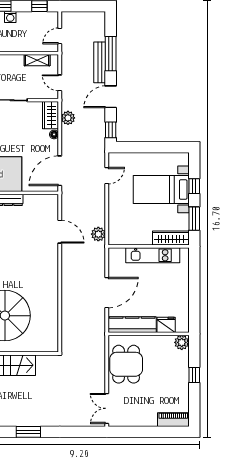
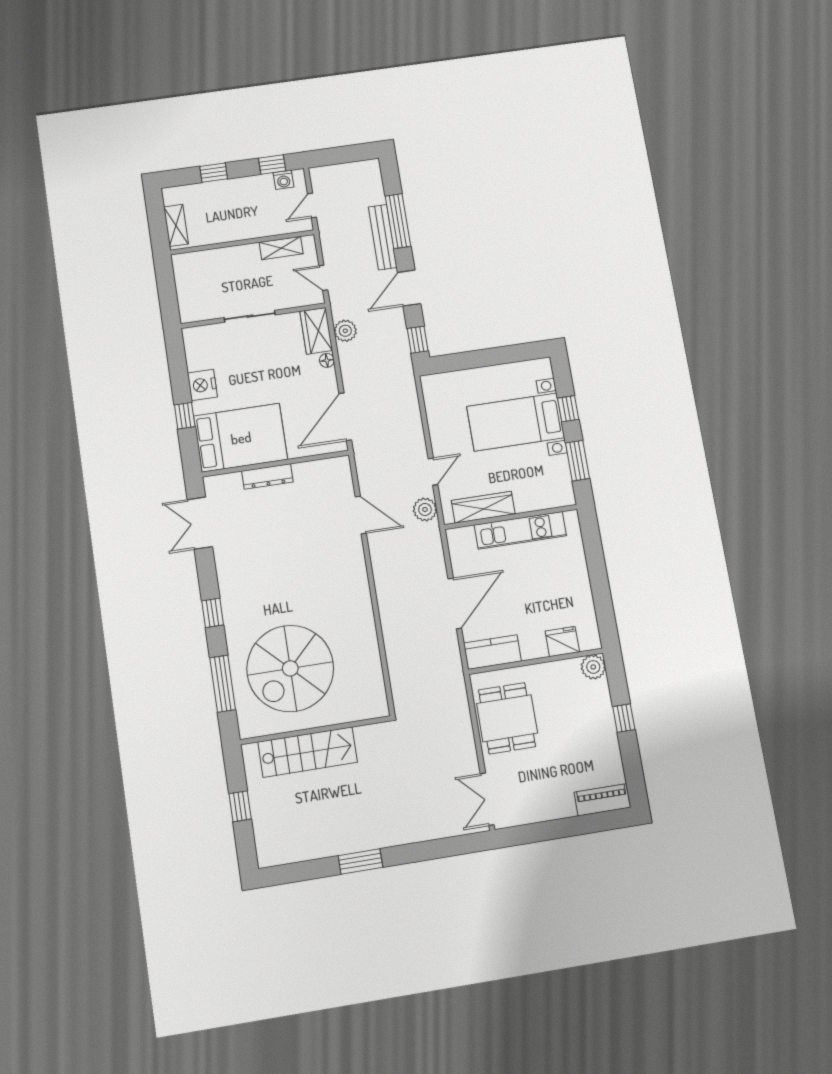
washing machine: (10, 17) -> (283, 180), moved
door: (107, 176) -> (433, 472), moved
wardrobe: (171, 238) -> (483, 507), moved
kitchen counter: (132, 325) -> (492, 652), width x0.67

